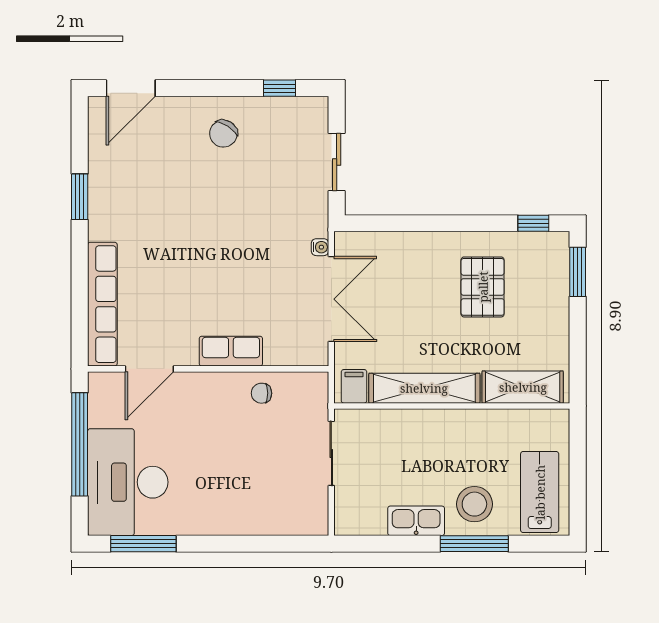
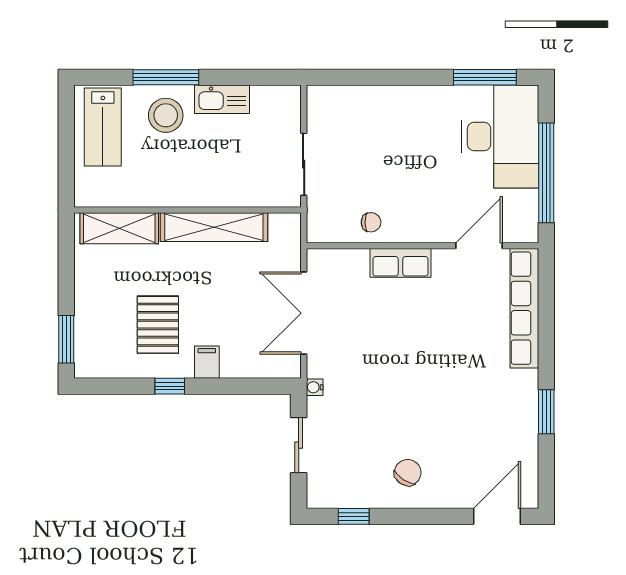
window: (533, 223) -> (170, 386), moved
water cooler: (320, 247) -> (315, 387), moved
filing cabinet: (354, 386) -> (207, 362), moved, turned 180

